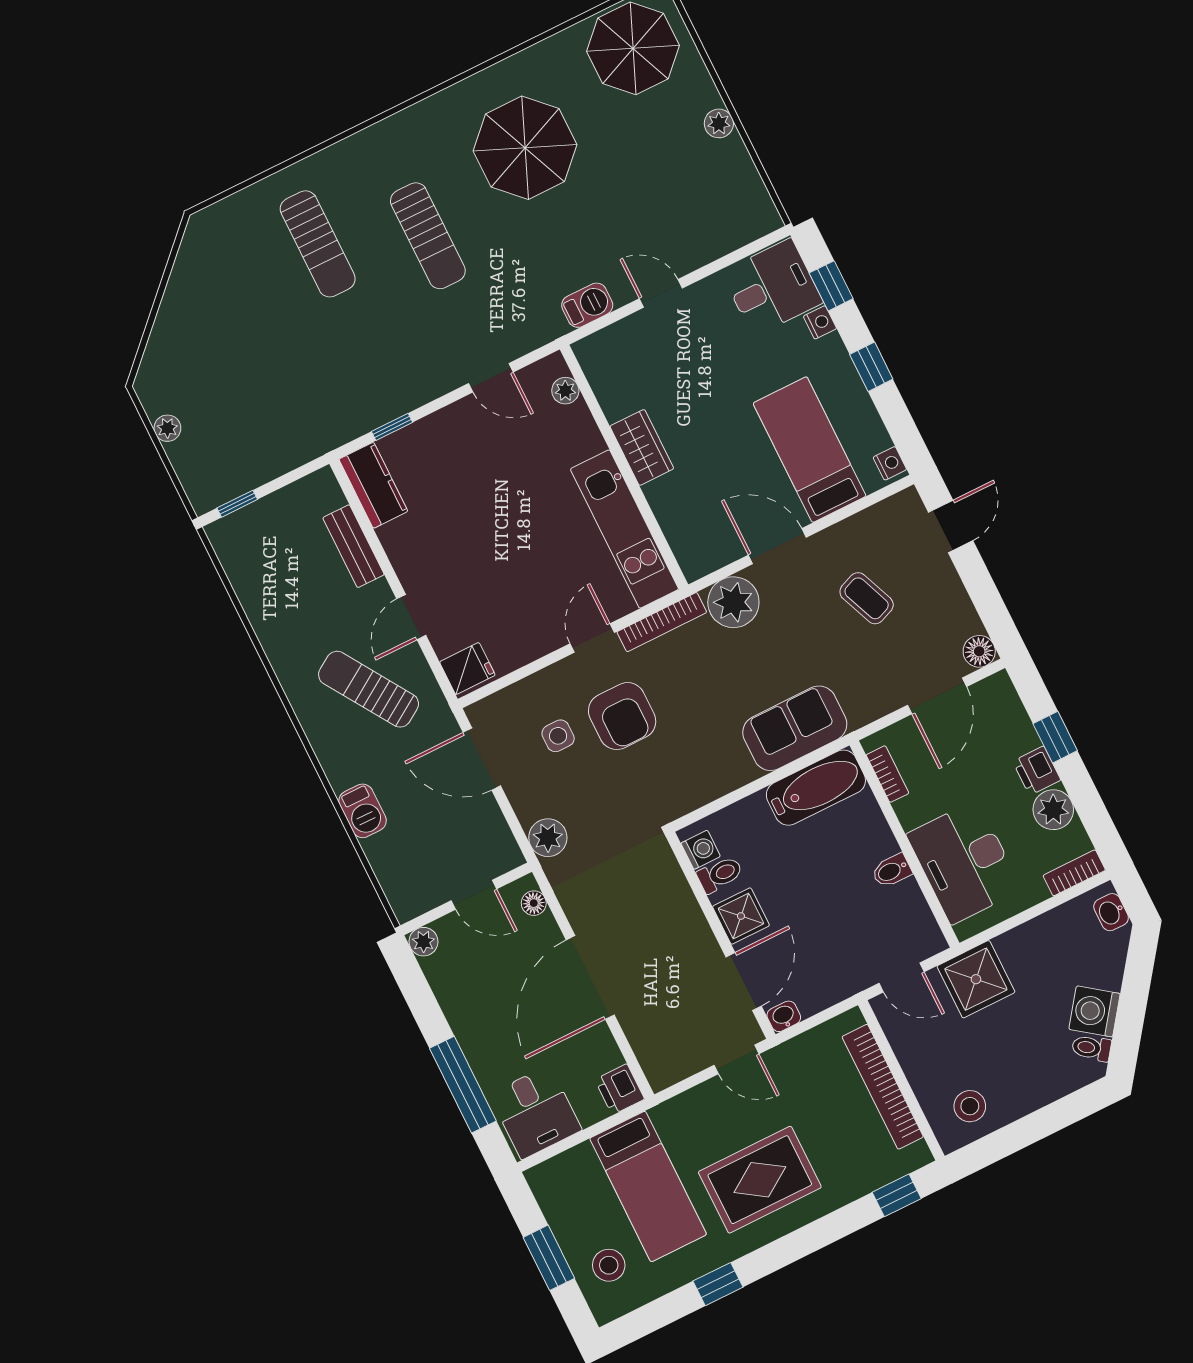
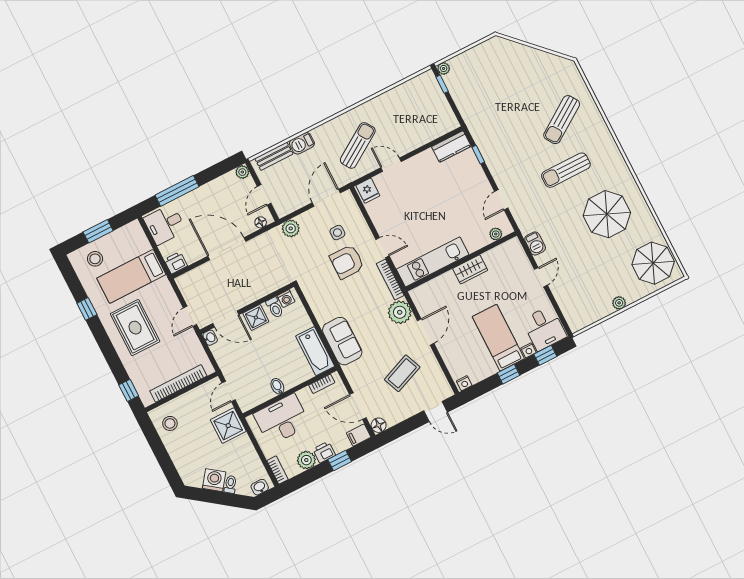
sun lounger: (318, 244) -> (562, 120), turned -34
plant: (167, 428) -> (444, 68), moved
bed: (810, 450) -> (498, 338), moved, turned -90
bench: (353, 546) -> (274, 156), moved
coffee table: (867, 598) -> (402, 373), width x1.36, depth x1.30
filing cabinet: (1000, 695) -> (359, 435), added
toilet: (1091, 1048) -> (230, 484), moved

